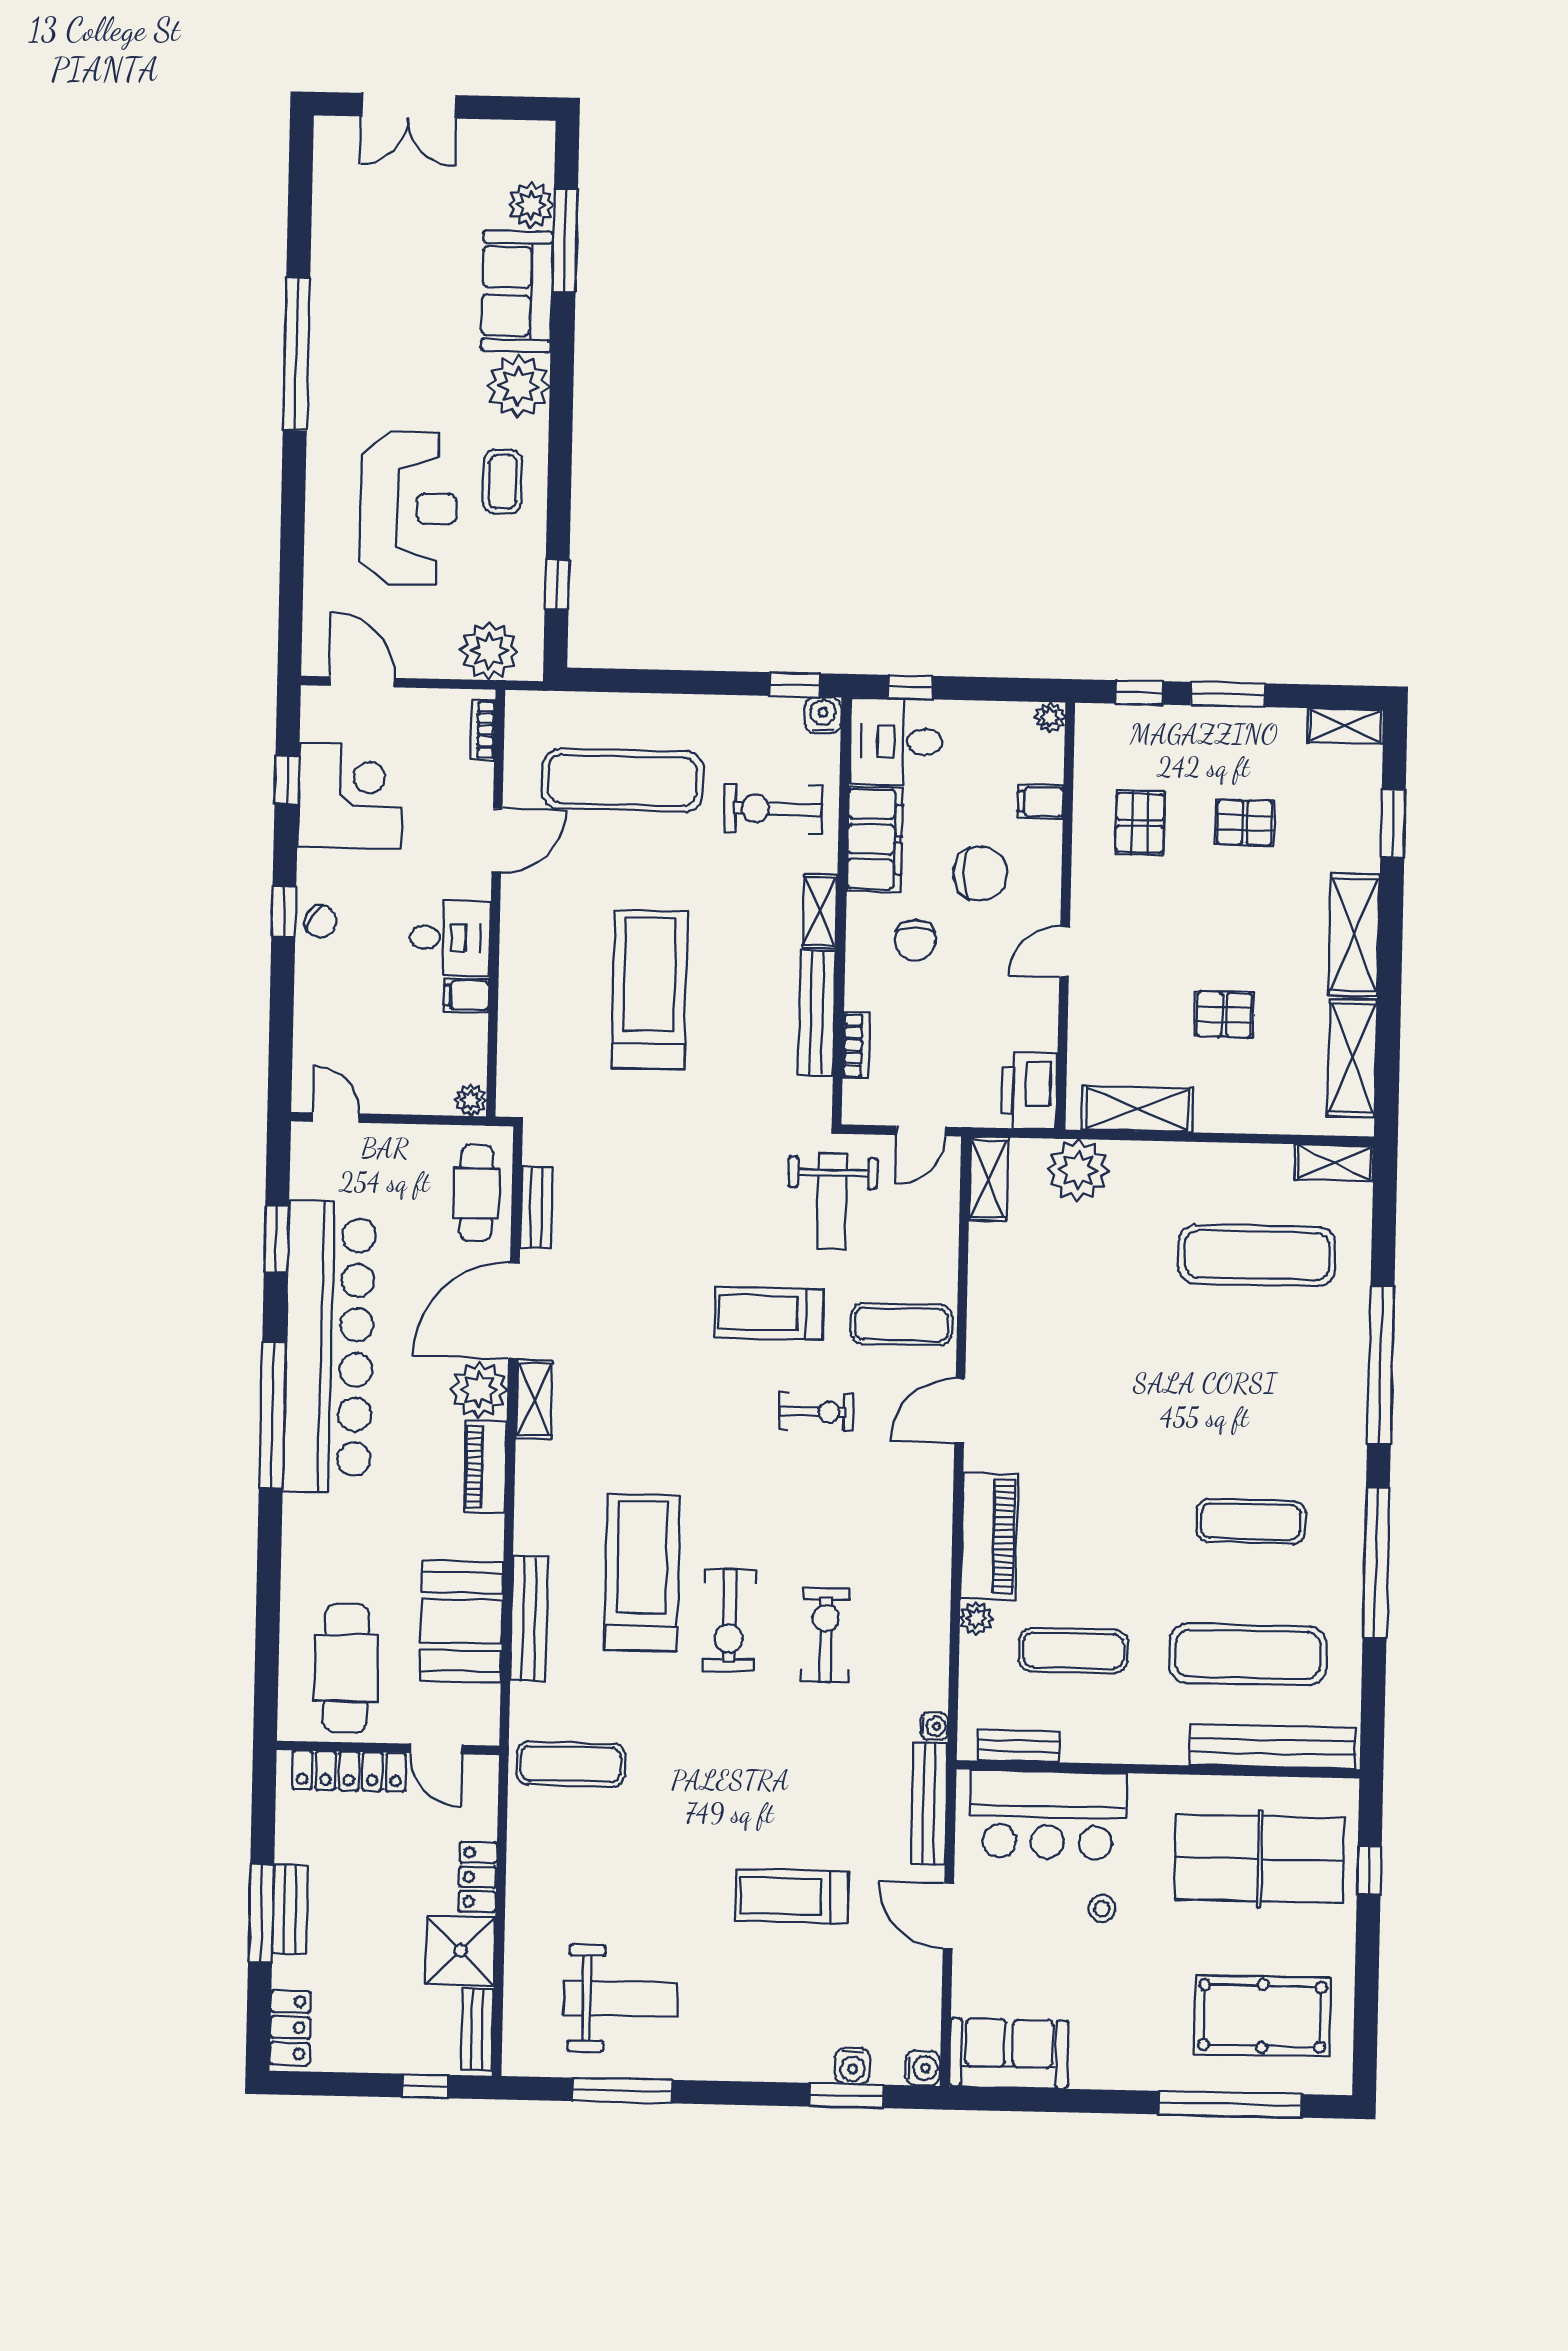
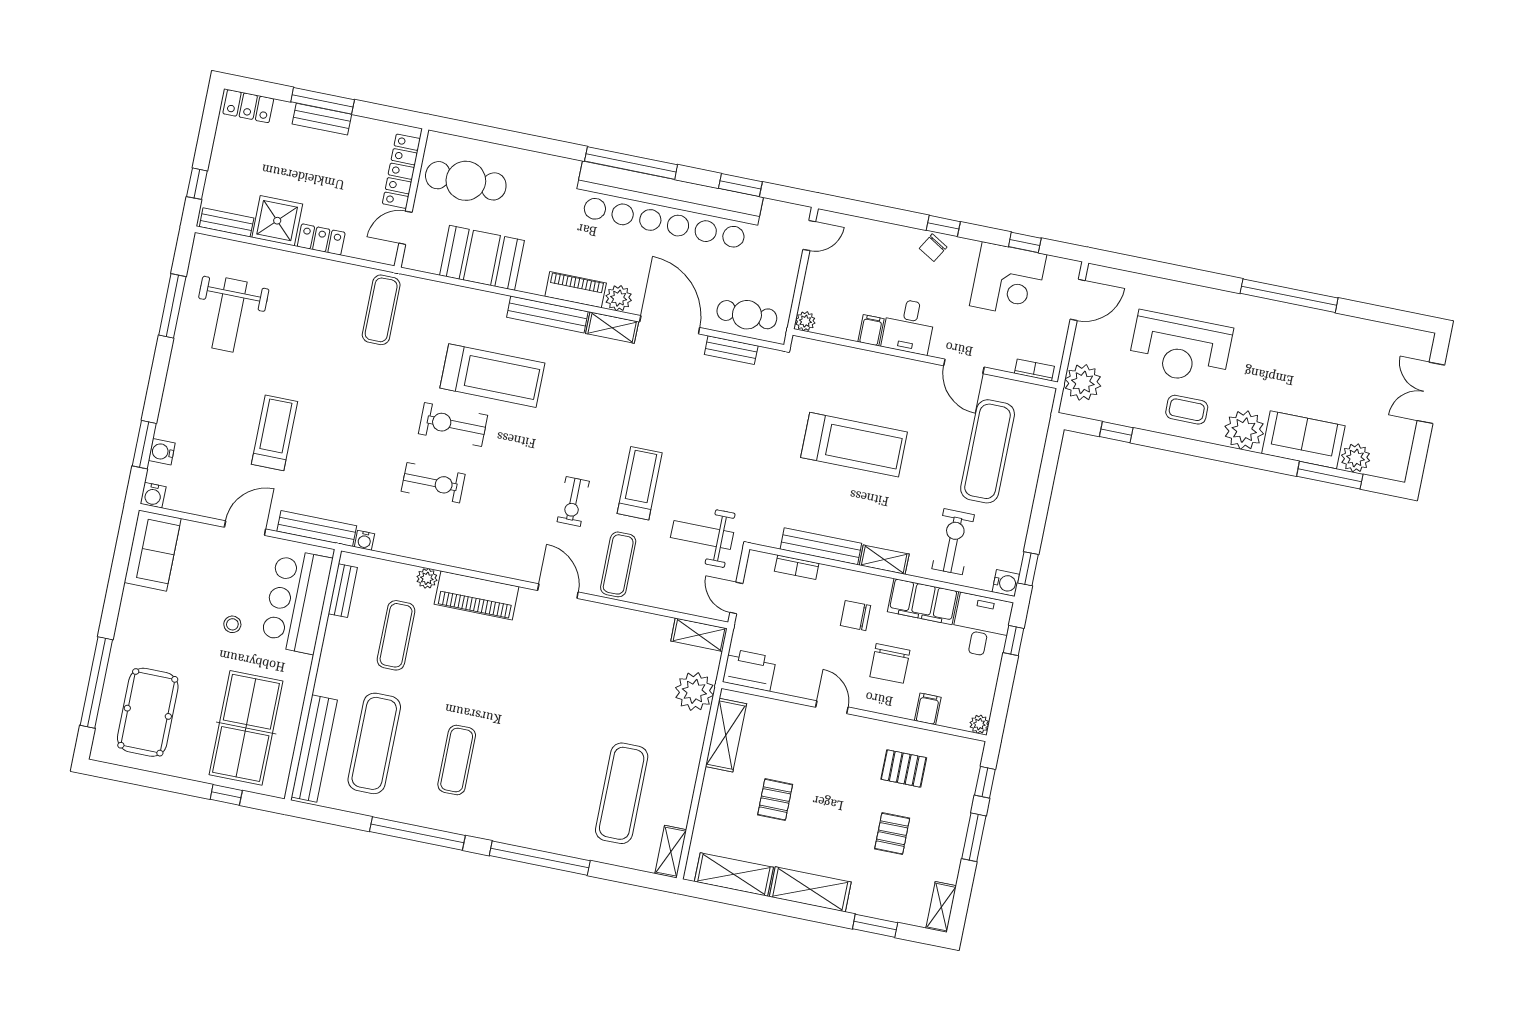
plant: (479, 1390) -> (619, 298), width x0.73, depth x0.73
bench: (529, 1619) -> (547, 314), moved

